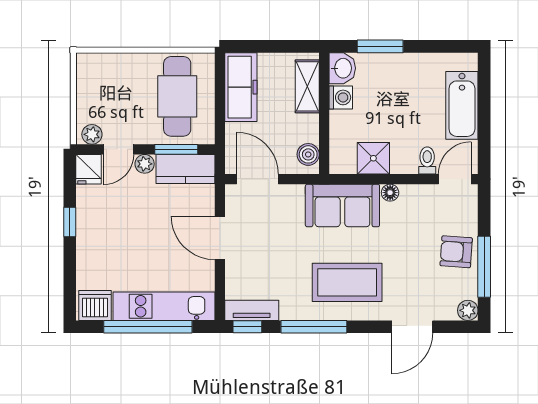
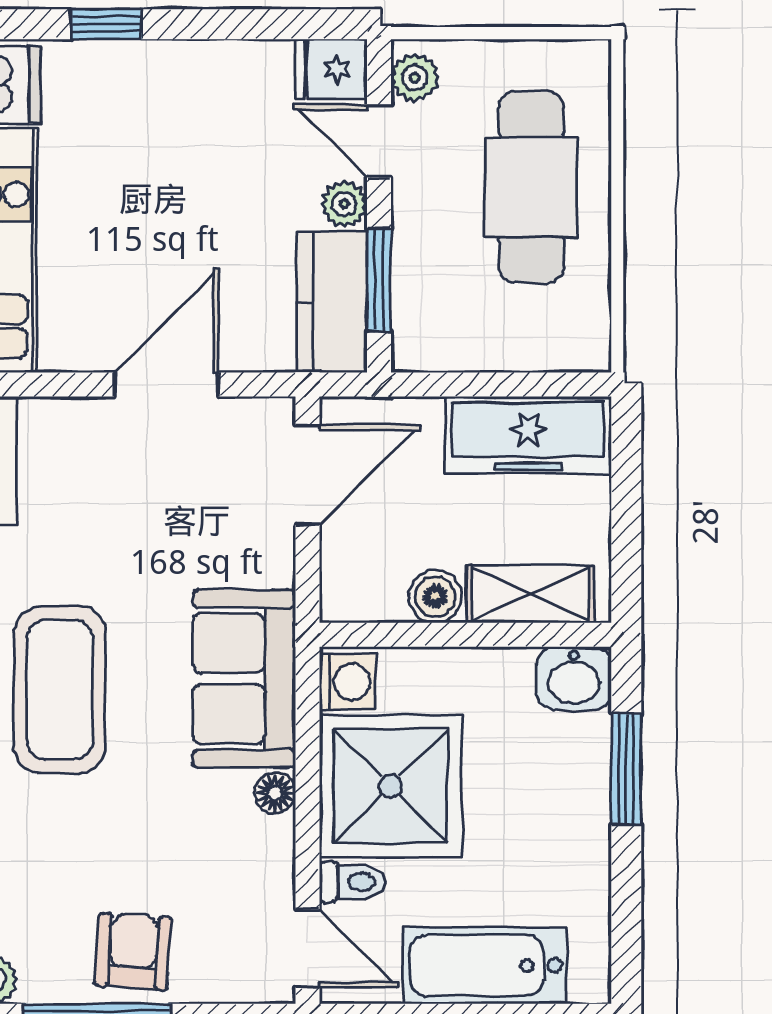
cafe table: (177, 96) -> (531, 187), moved, turned 90
washing machine: (341, 97) -> (347, 682), moved, turned -90
boiler: (308, 154) -> (435, 596), moved
shower: (373, 158) -> (391, 786), width x1.86, depth x1.86
window: (70, 222) -> (107, 24), moved

